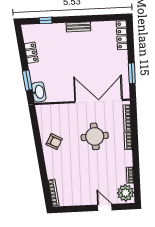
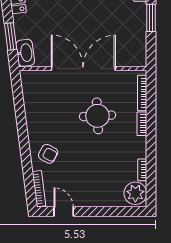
window: (132, 73) -> (151, 18), moved
double door: (99, 101) -> (83, 69), moved
armchair: (54, 142) -> (48, 154), moved
door: (105, 207) -> (64, 212), moved

